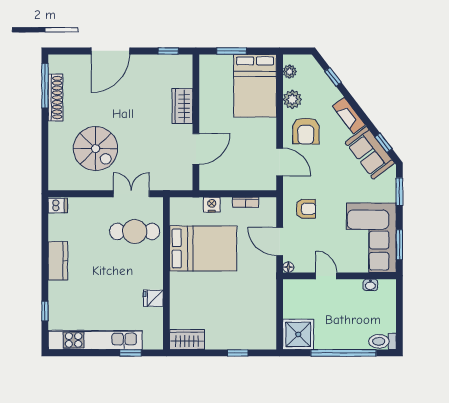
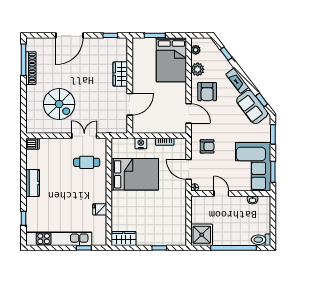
cafe table: (135, 231) -> (87, 162), width x0.73, depth x0.74

